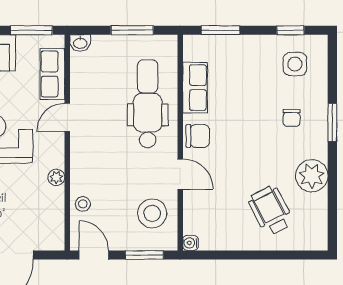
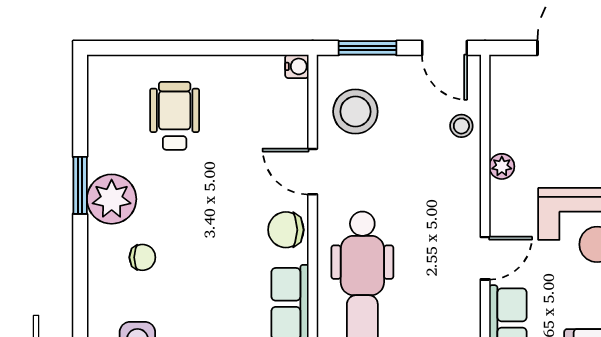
chair: (292, 118) -> (142, 257), turned 90
window: (332, 122) -> (80, 185), moved
plant: (312, 176) -> (112, 199), moved
wheelchair: (271, 211) -> (175, 116), turned -153

